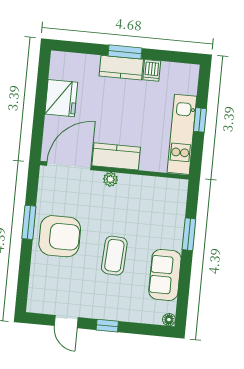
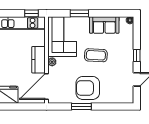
window: (200, 120) -> (32, 13), moved
door: (69, 166) -> (46, 87), hinge flipped
corner sofa: (152, 201) -> (62, 37), added
armchair: (60, 236) -> (88, 88), turned -90

